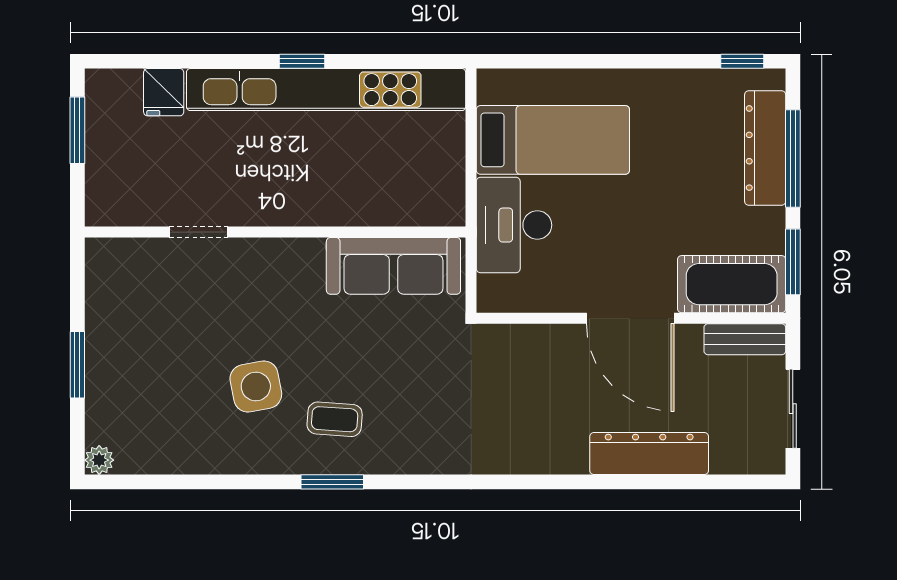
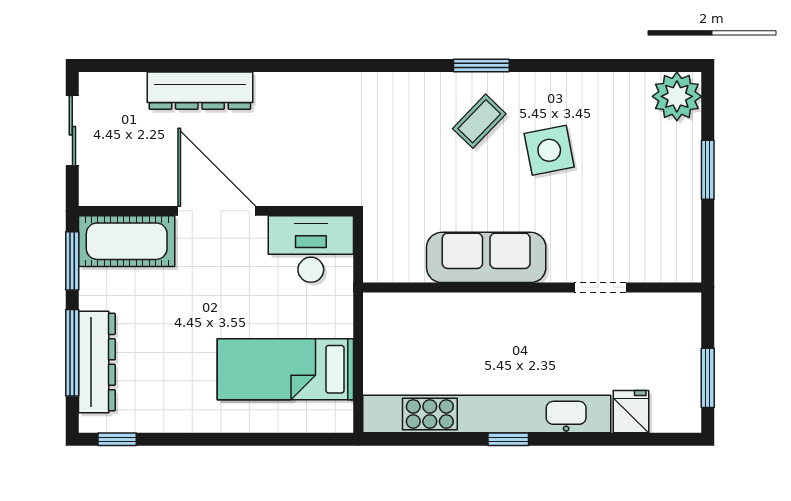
desk: (514, 225) -> (311, 249), moved, turned -90
sofa: (393, 266) -> (486, 257), moved
bench: (745, 339) -> (115, 192), removed
coffee table: (335, 419) -> (479, 121), turned -50
plant: (99, 460) -> (677, 96), width x1.88, depth x1.88

